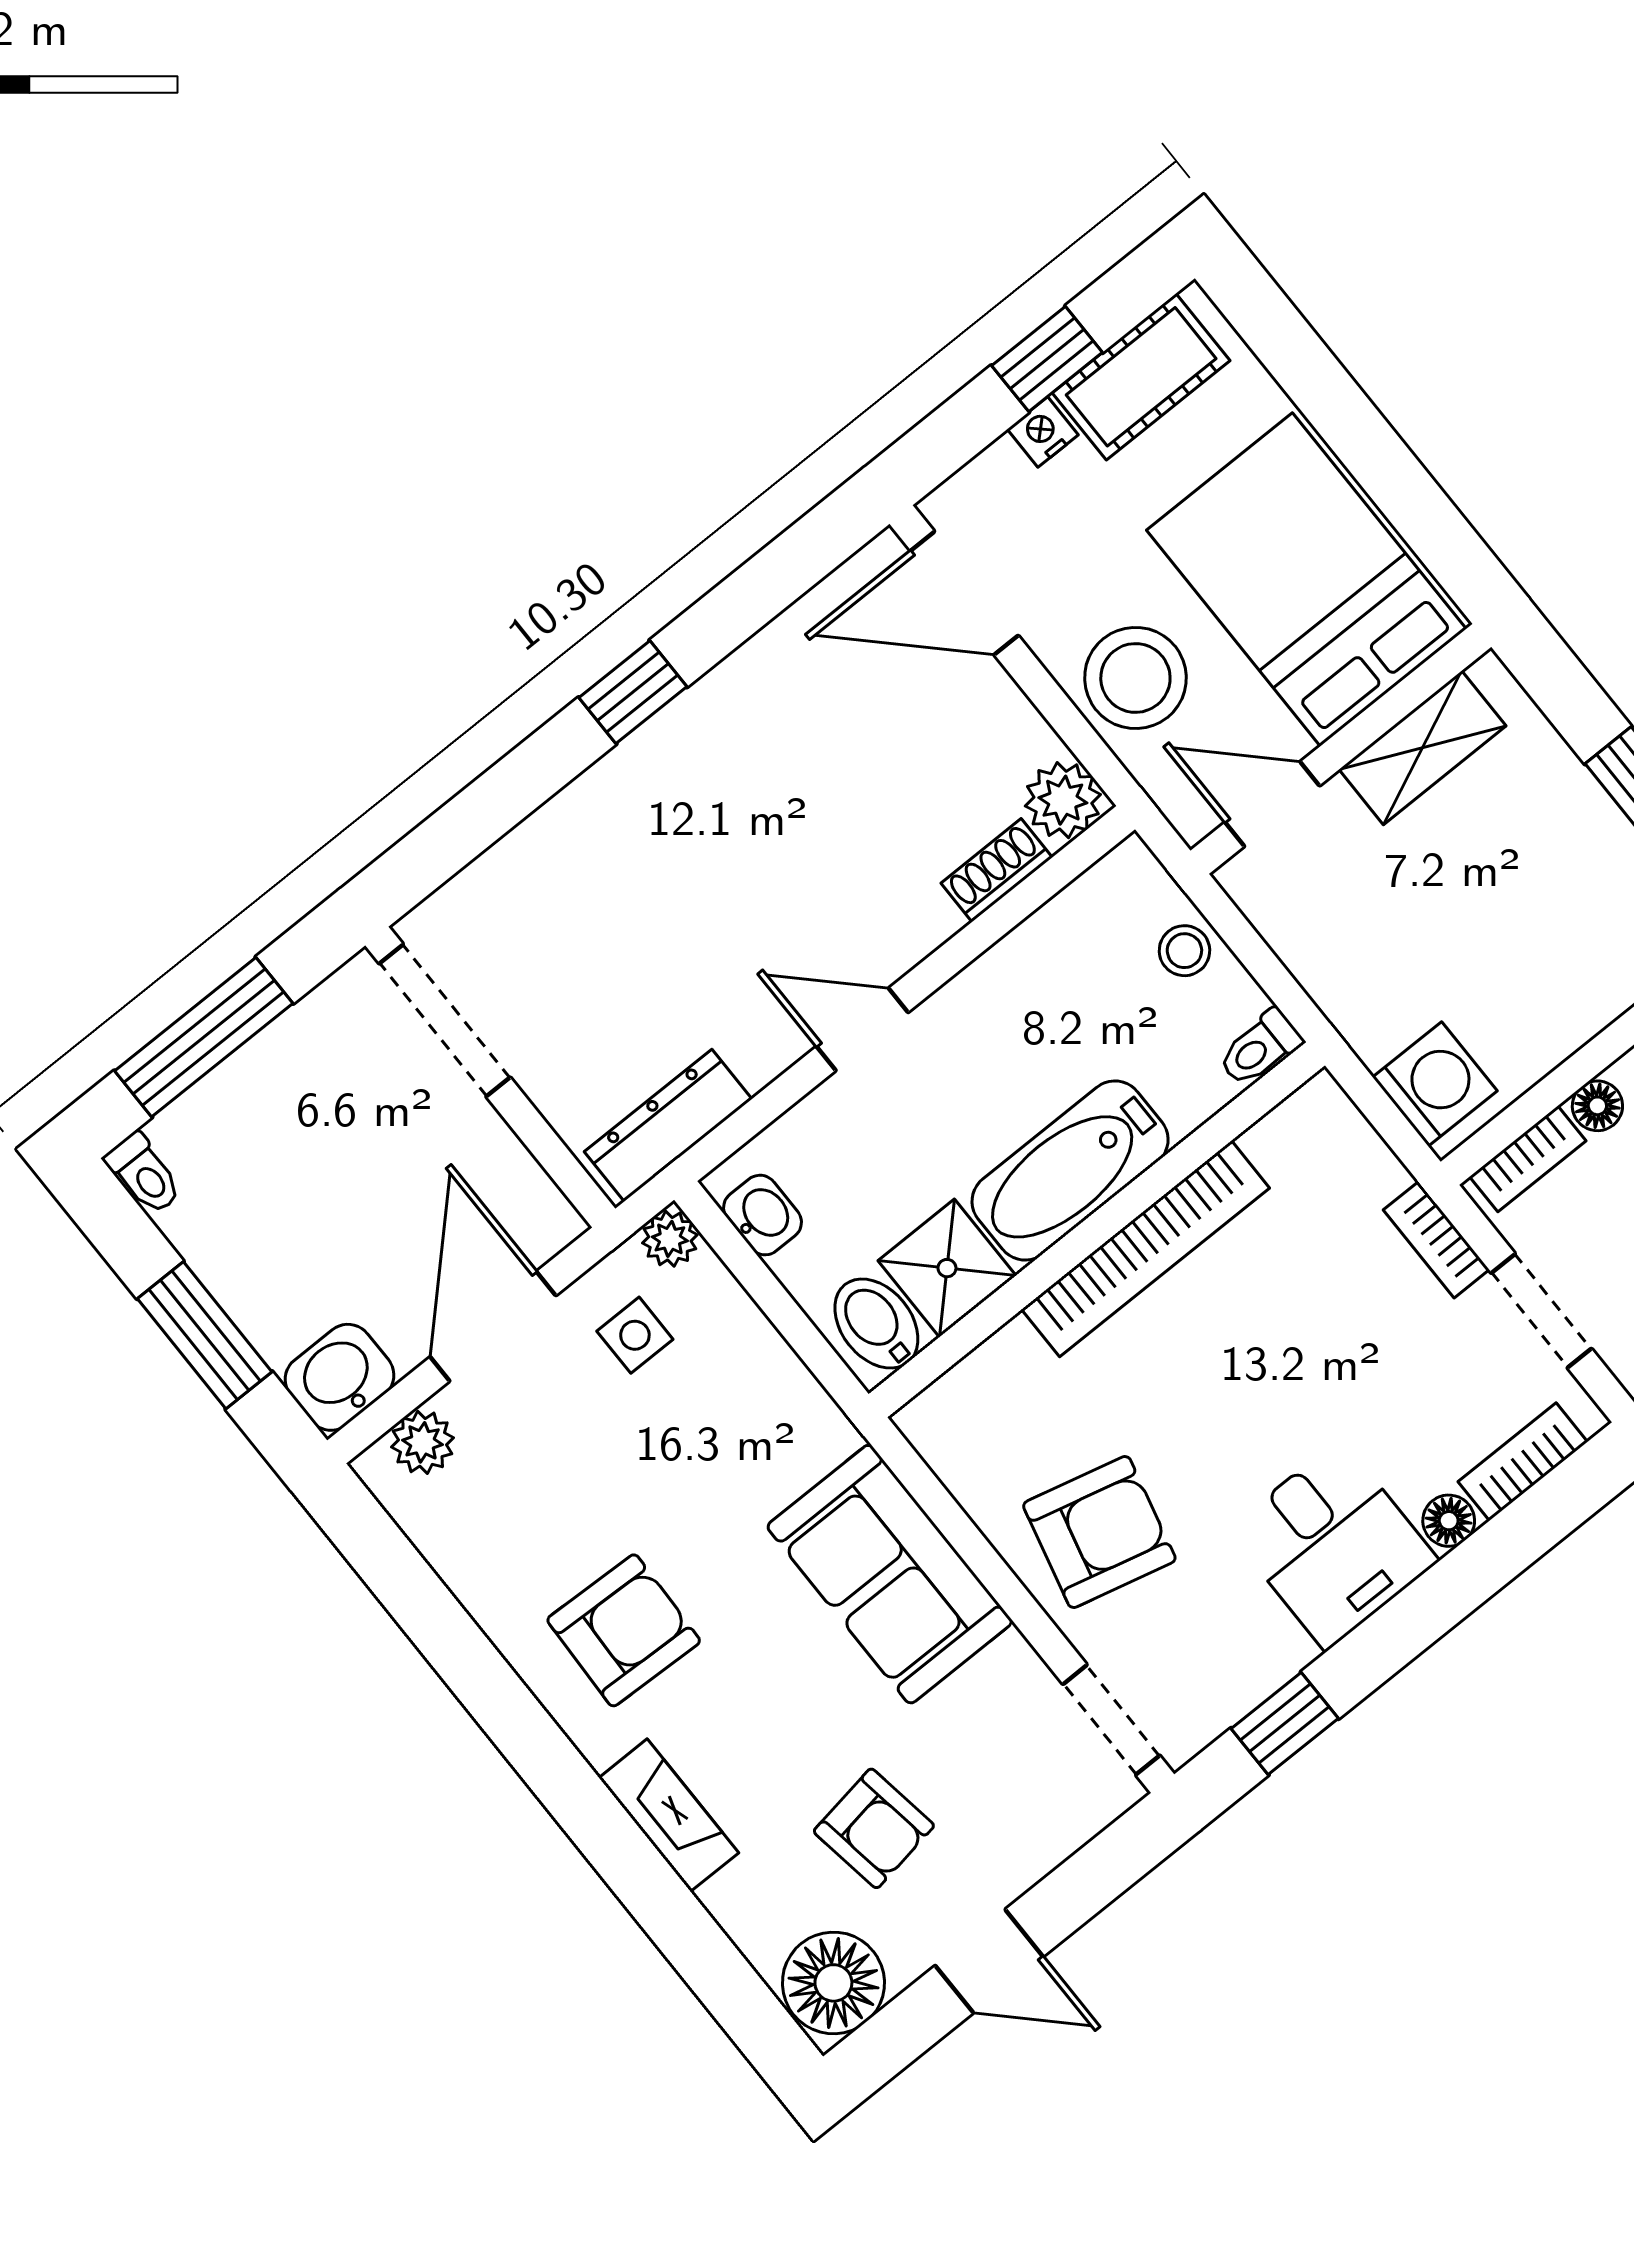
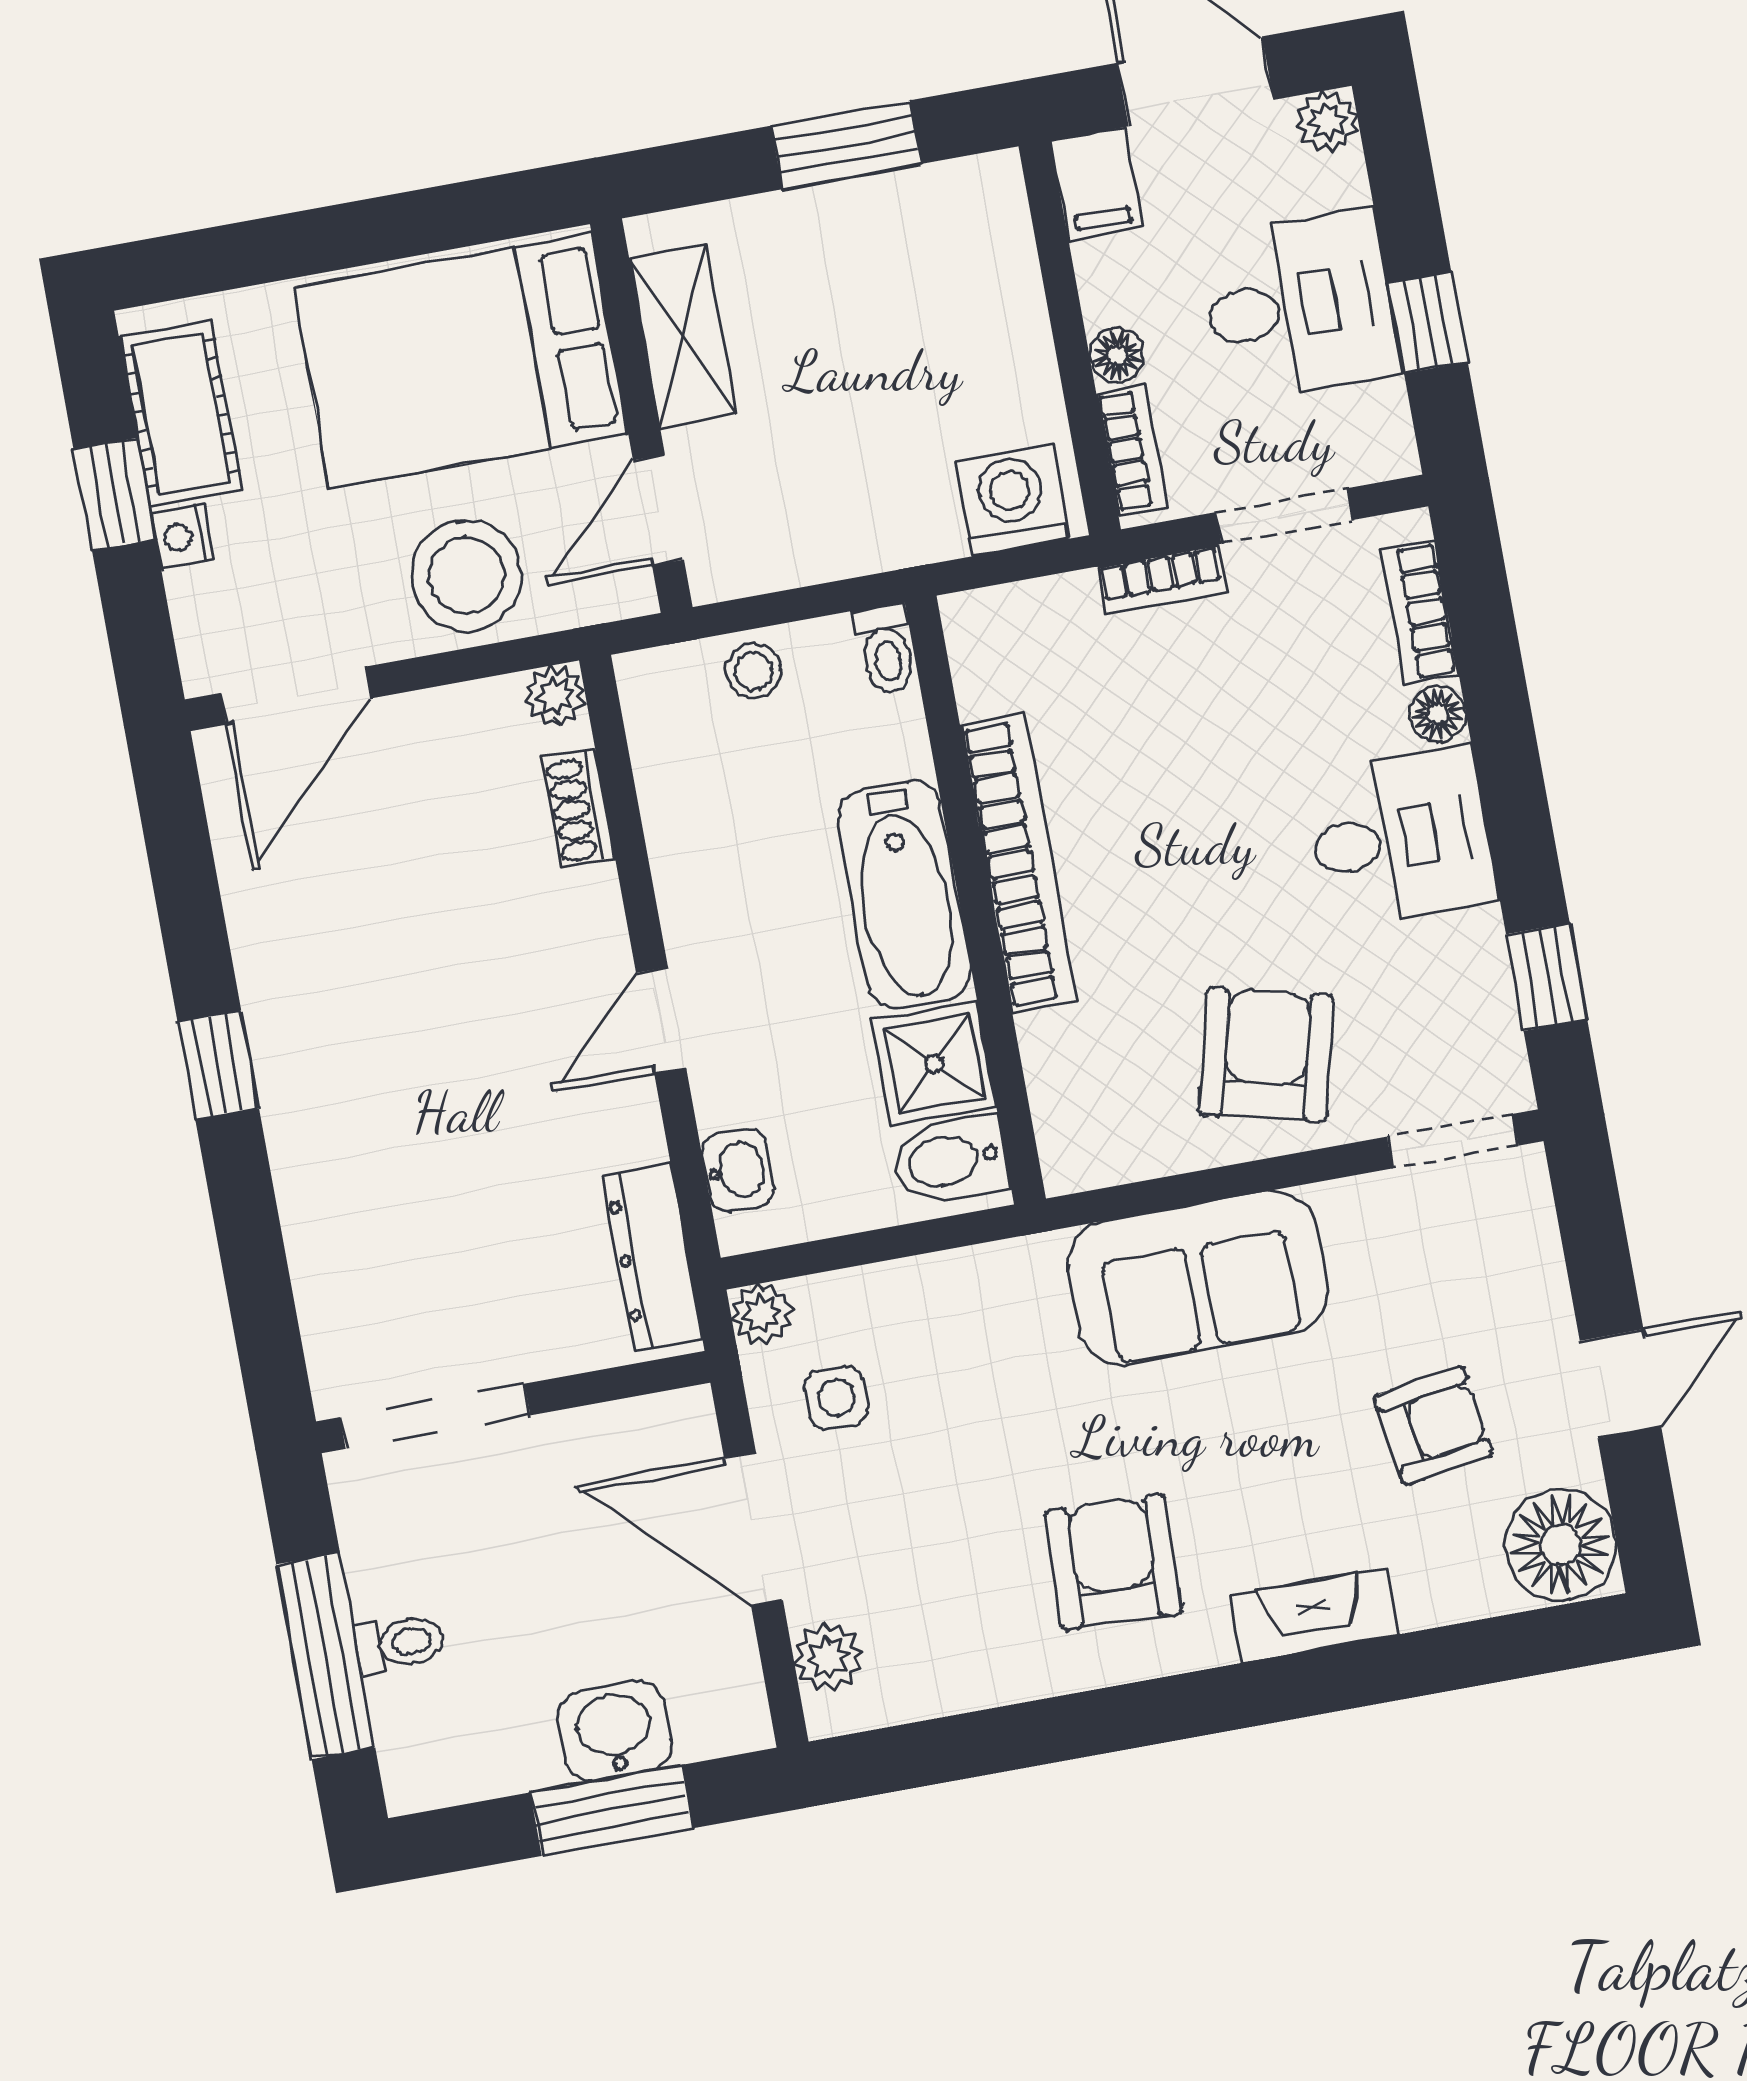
plant: (1063, 800) -> (555, 696), width x0.73, depth x0.73
toilet: (144, 1174) -> (400, 1643), moved
washbasin: (763, 1215) -> (738, 1170), moved, turned 90
washbasin: (340, 1377) -> (615, 1731), moved, turned 90

